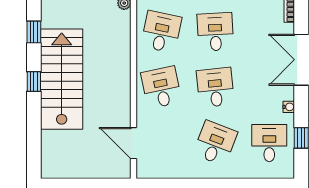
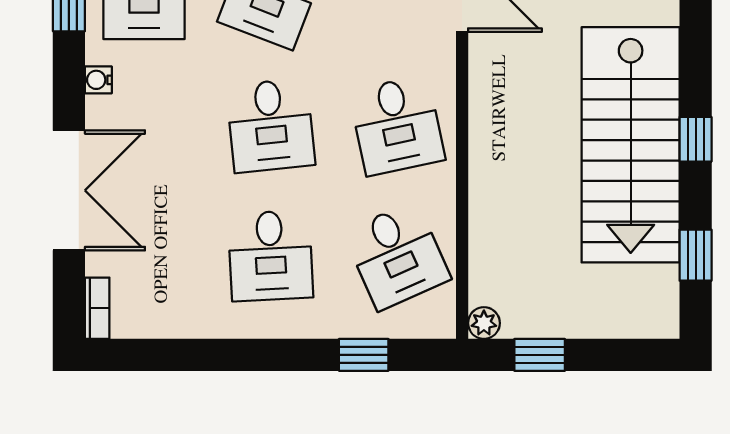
desk: (161, 32) -> (397, 256), turned -36

